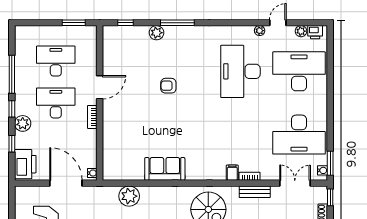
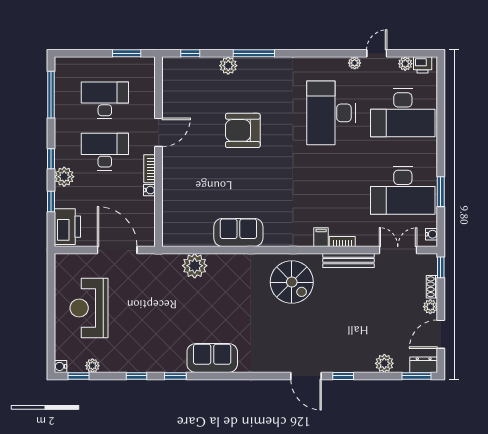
desk: (299, 71) -> (403, 113), turned 180
window: (12, 74) -> (51, 95), moved
armchair: (168, 86) -> (243, 130), width x1.88, depth x1.88
window: (330, 163) -> (441, 192), moved
water cooler: (92, 173) -> (149, 190), moved
bench: (255, 192) -> (349, 260), width x1.36

